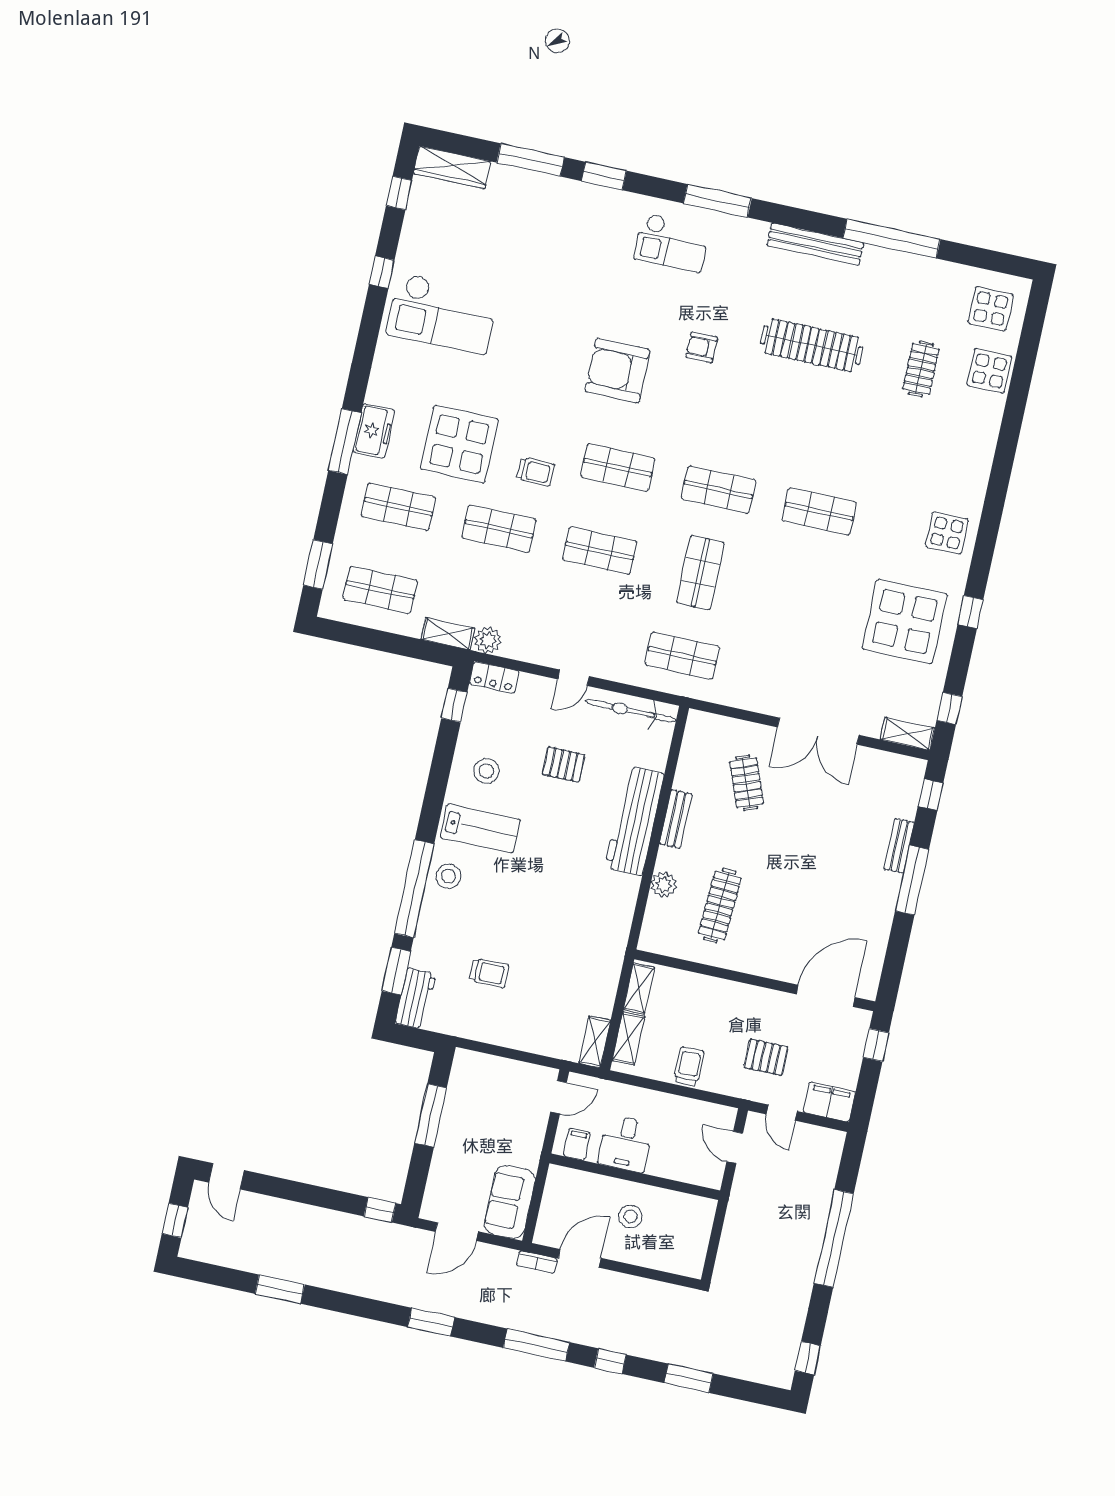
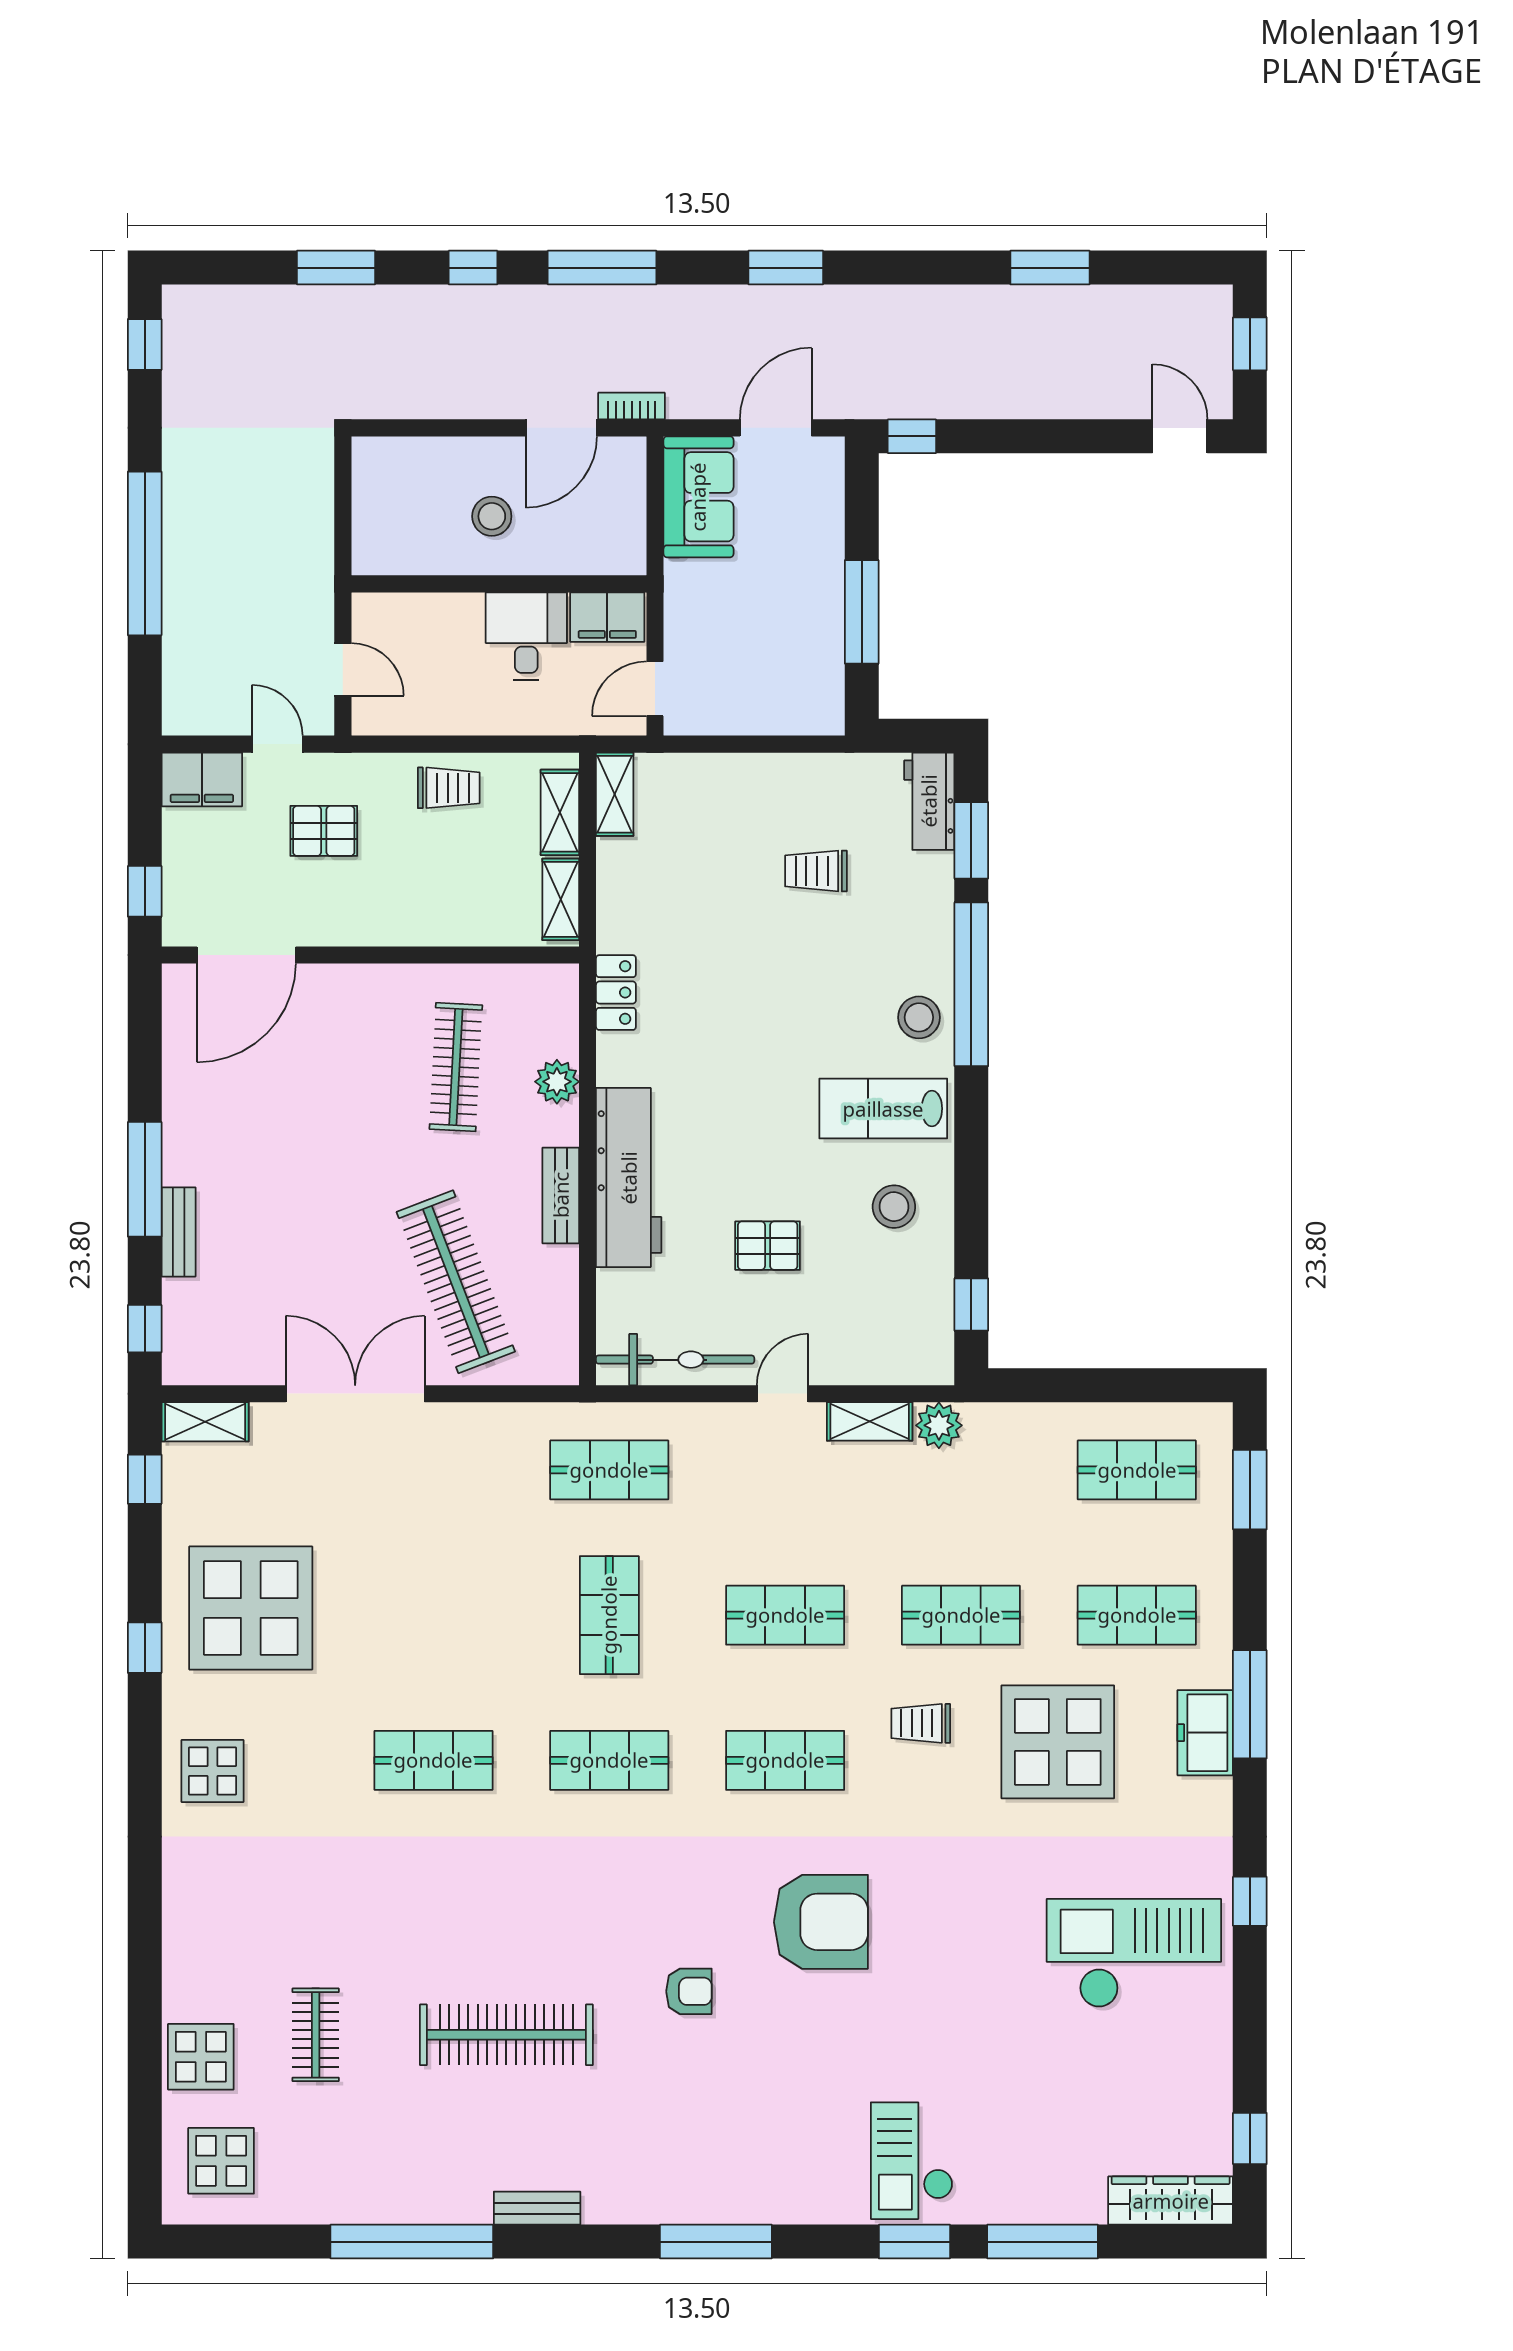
checkout: (672, 243) -> (912, 2161), moved, turned -90
bench: (815, 244) -> (537, 2208), width x0.54, depth x0.82
window: (382, 272) -> (1250, 1901), moved
shelving: (448, 634) -> (870, 1421), moved
locker: (494, 677) -> (616, 993), moved, turned 90
clothes rail: (747, 783) -> (456, 1282), width x1.86, depth x1.31
trolley: (689, 1066) -> (449, 788), turned -90
filing cabinet: (577, 1144) -> (607, 617), width x2.00

